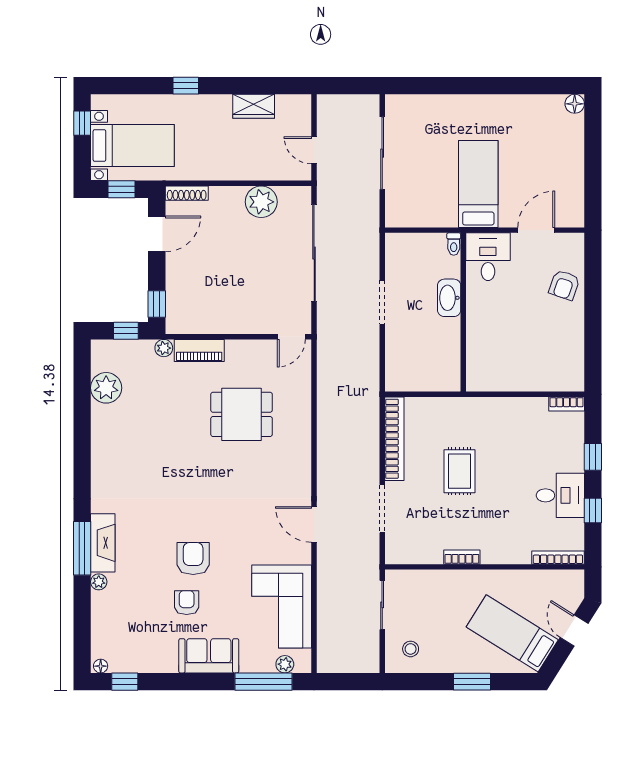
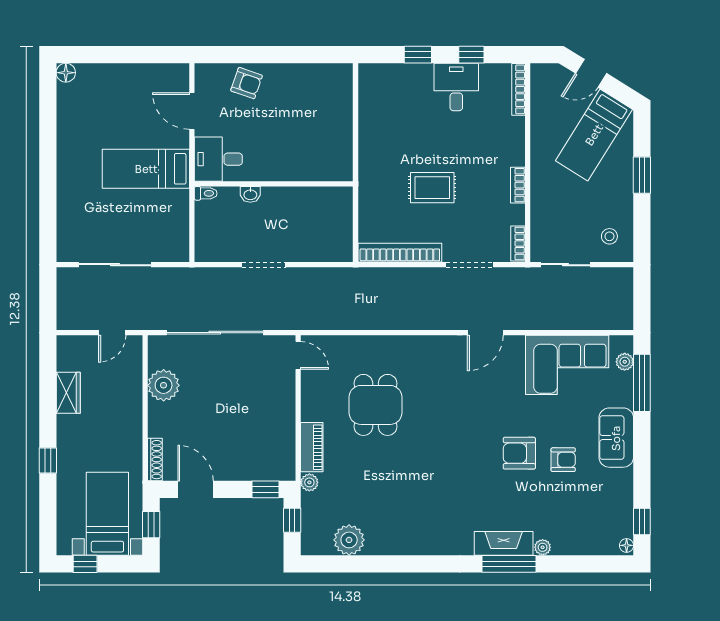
washbasin: (449, 298) -> (250, 194), width x0.52, depth x0.69
bookcase: (567, 404) -> (518, 243), moved, turned 180
armchair: (187, 603) -> (563, 460), turned 180

